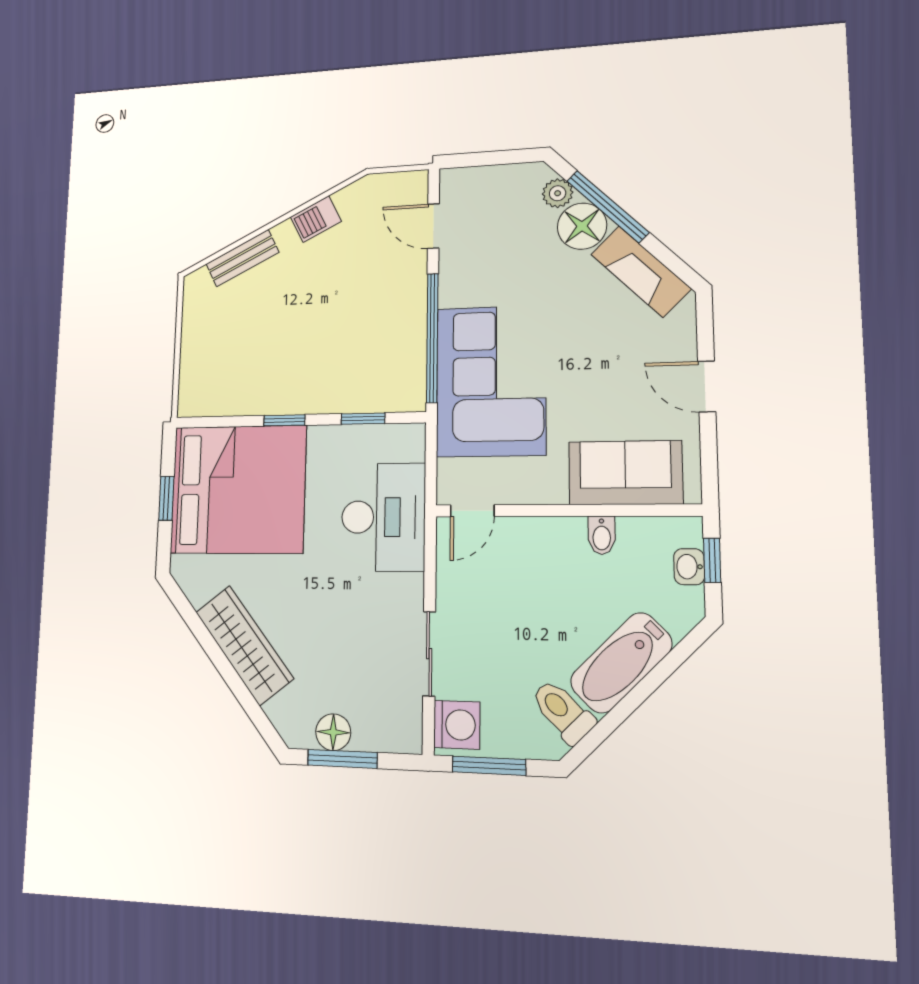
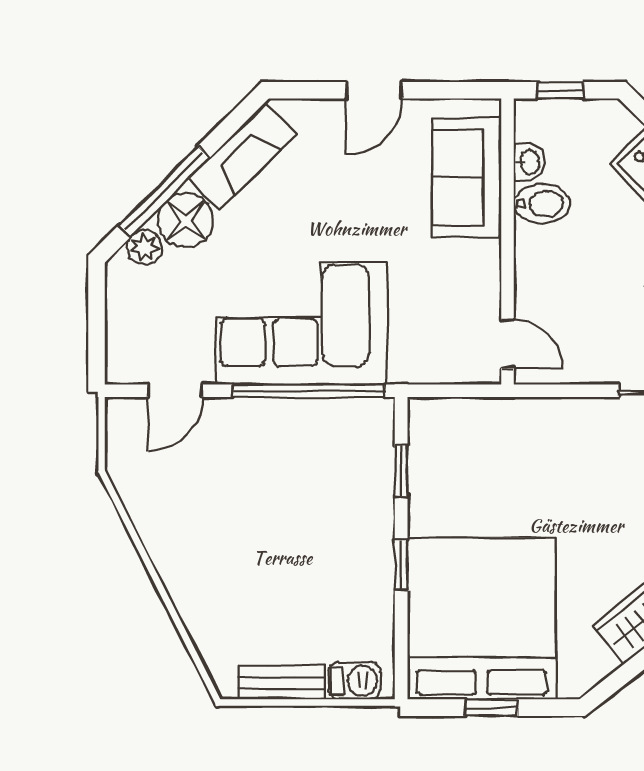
barbecue: (316, 219) -> (354, 681), moved, turned -63
bench: (242, 258) -> (281, 683), moved, turned -63
corner sofa: (491, 381) -> (301, 323), moved
desk: (383, 517) -> (514, 445), removed
bidet: (602, 535) -> (542, 204), width x1.38, depth x1.36
washbasin: (689, 567) -> (529, 162), moved, turned -90

